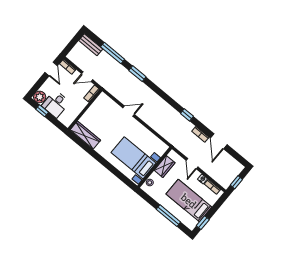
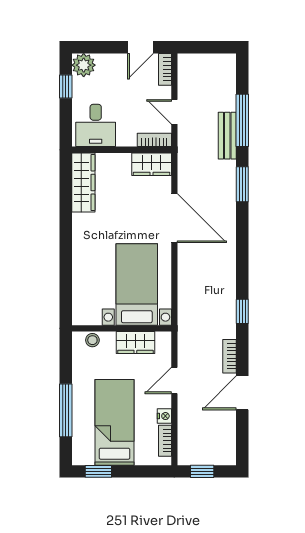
bench: (91, 45) -> (227, 136), moved
wardrobe: (100, 103) -> (152, 164), added
desk: (56, 104) -> (96, 125), moved, turned -90
door: (129, 111) -> (174, 218), width x1.87
bed with nightstands: (134, 158) -> (137, 285), moved

